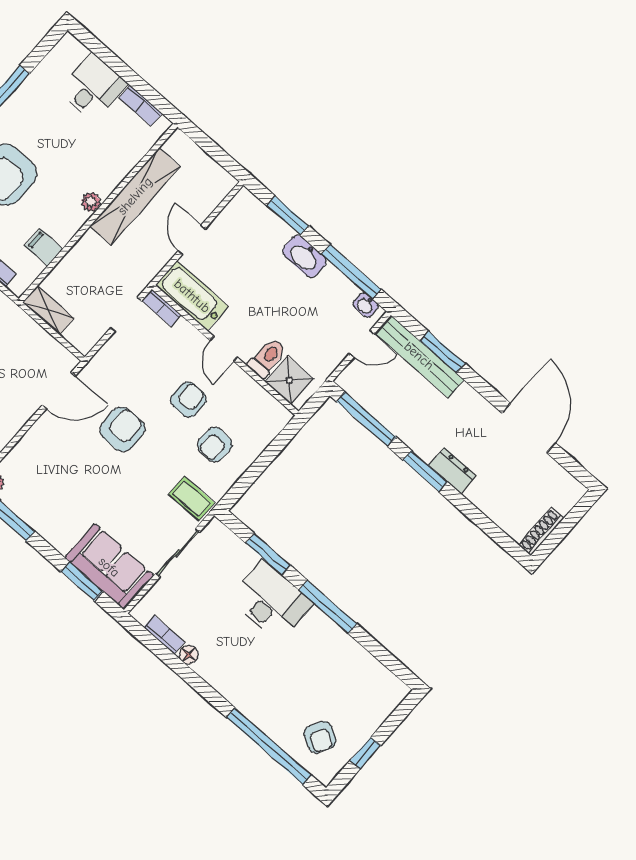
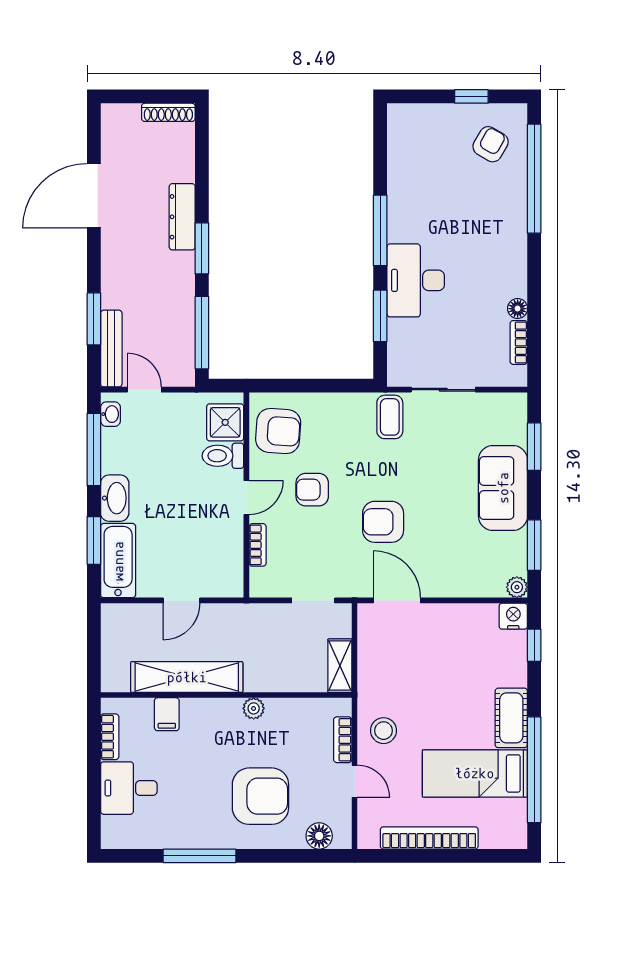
plant: (91, 202) -> (254, 708), moved
filing cabinet: (44, 247) -> (167, 714), moved
bathtub: (192, 296) -> (118, 561), moved, turned 180
bookcase: (161, 308) -> (258, 545), moved
doorway: (126, 314) -> (313, 600), moved
bench: (419, 356) -> (111, 349), width x0.73, depth x0.82
armchair: (215, 445) -> (278, 431), moved, width x1.38, depth x1.38
dresser: (452, 471) -> (182, 217), width x1.44
sofa: (109, 567) -> (503, 488), moved

